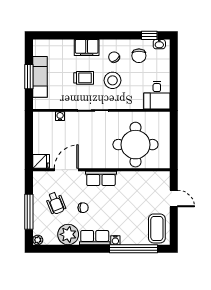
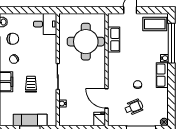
stool: (113, 80) -> (33, 60), removed
row of seats: (101, 178) -> (114, 40), moved
plant: (68, 234) -> (160, 97), removed

